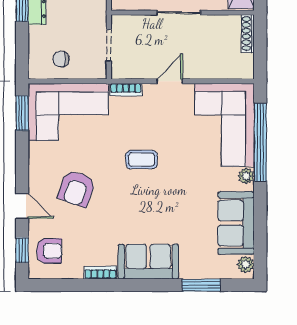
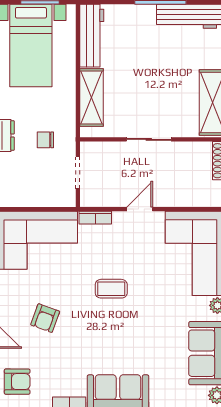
chair: (61, 59) -> (45, 140), moved
armchair: (77, 188) -> (45, 318), width x0.72, depth x0.72

